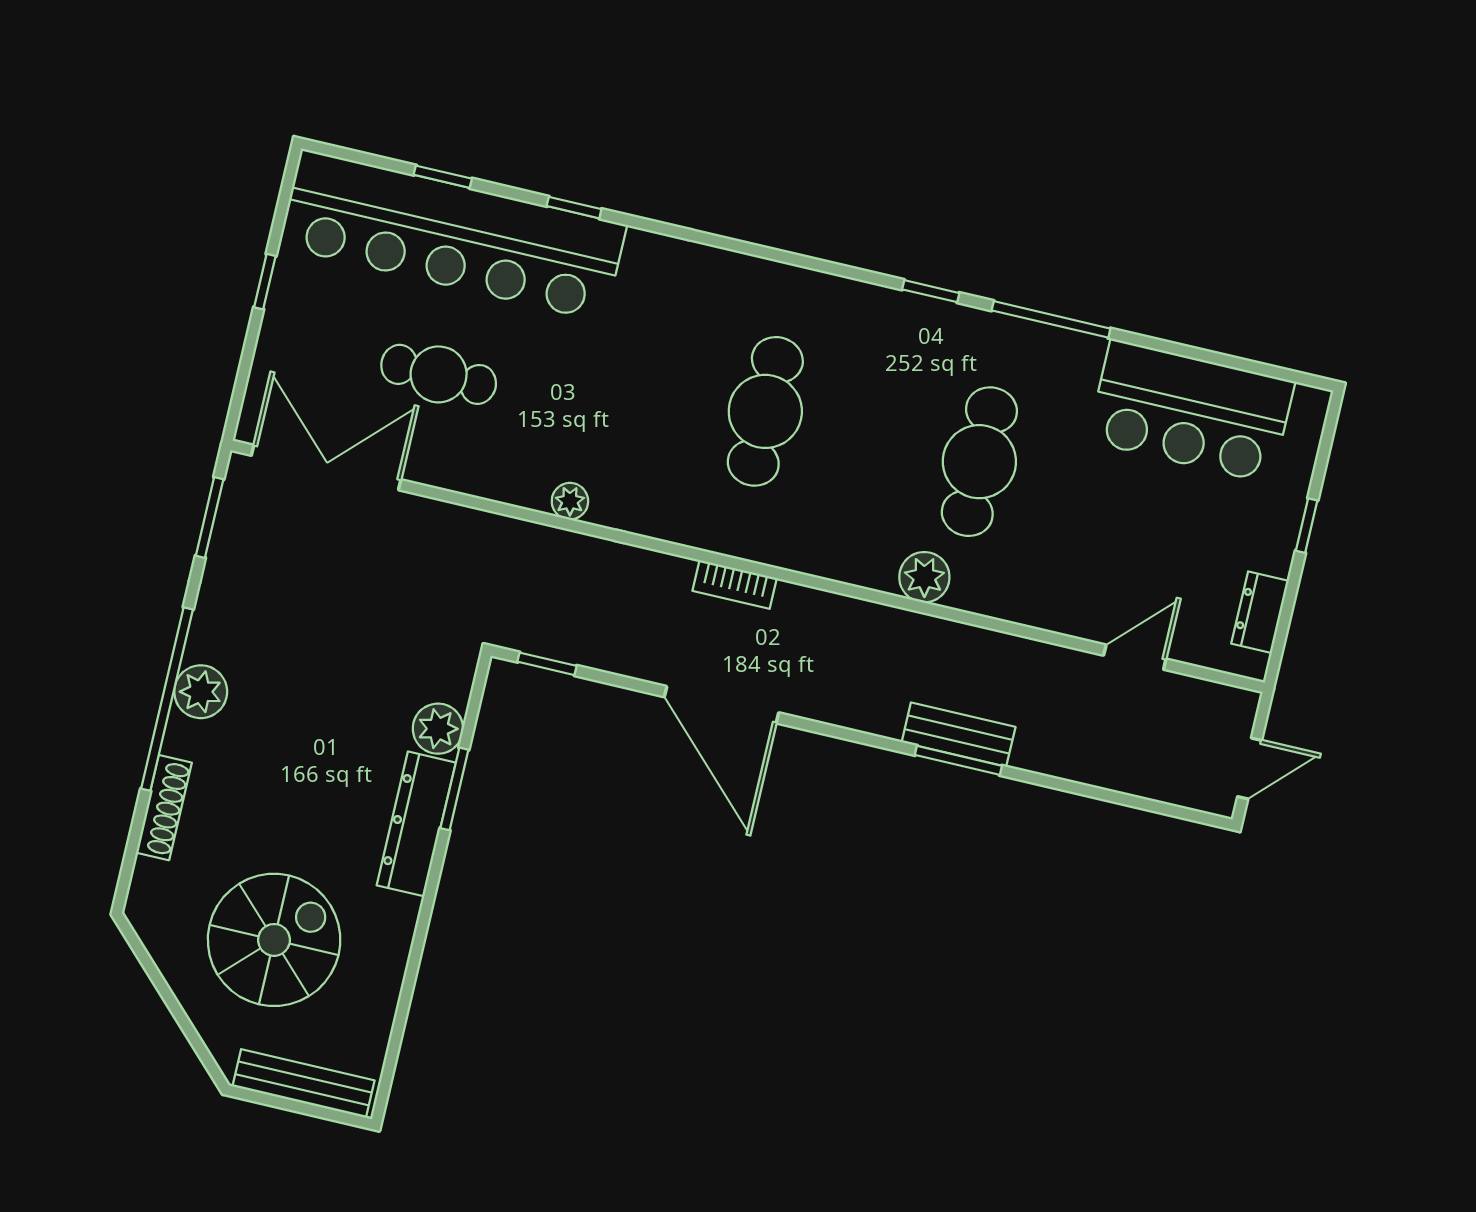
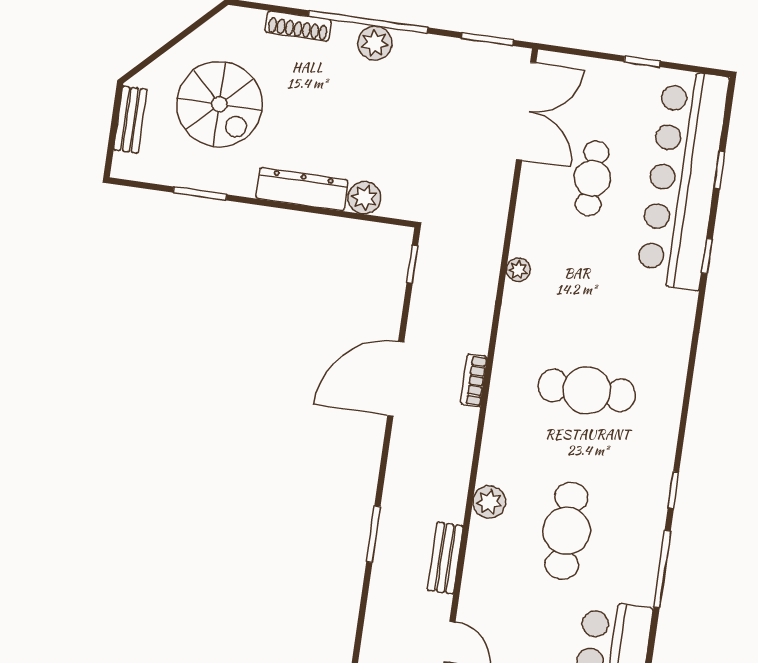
cafe table: (979, 462) -> (567, 531), turned 90
bench: (959, 735) -> (445, 558), moved
window: (454, 789) -> (200, 193), moved
bench: (304, 1083) -> (130, 120), width x0.73

